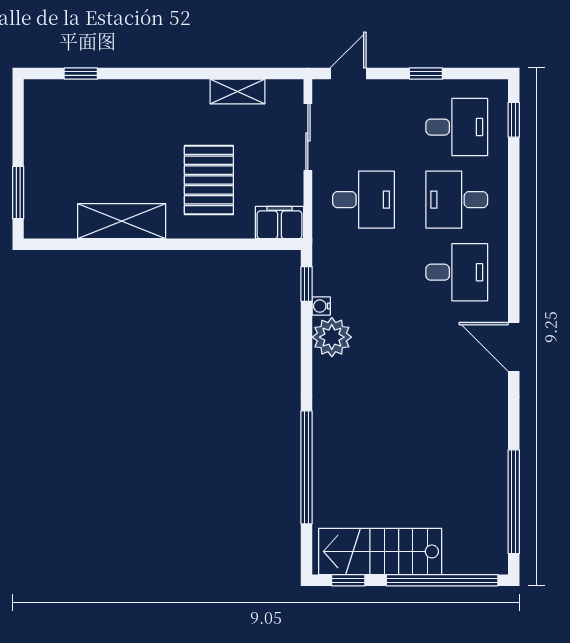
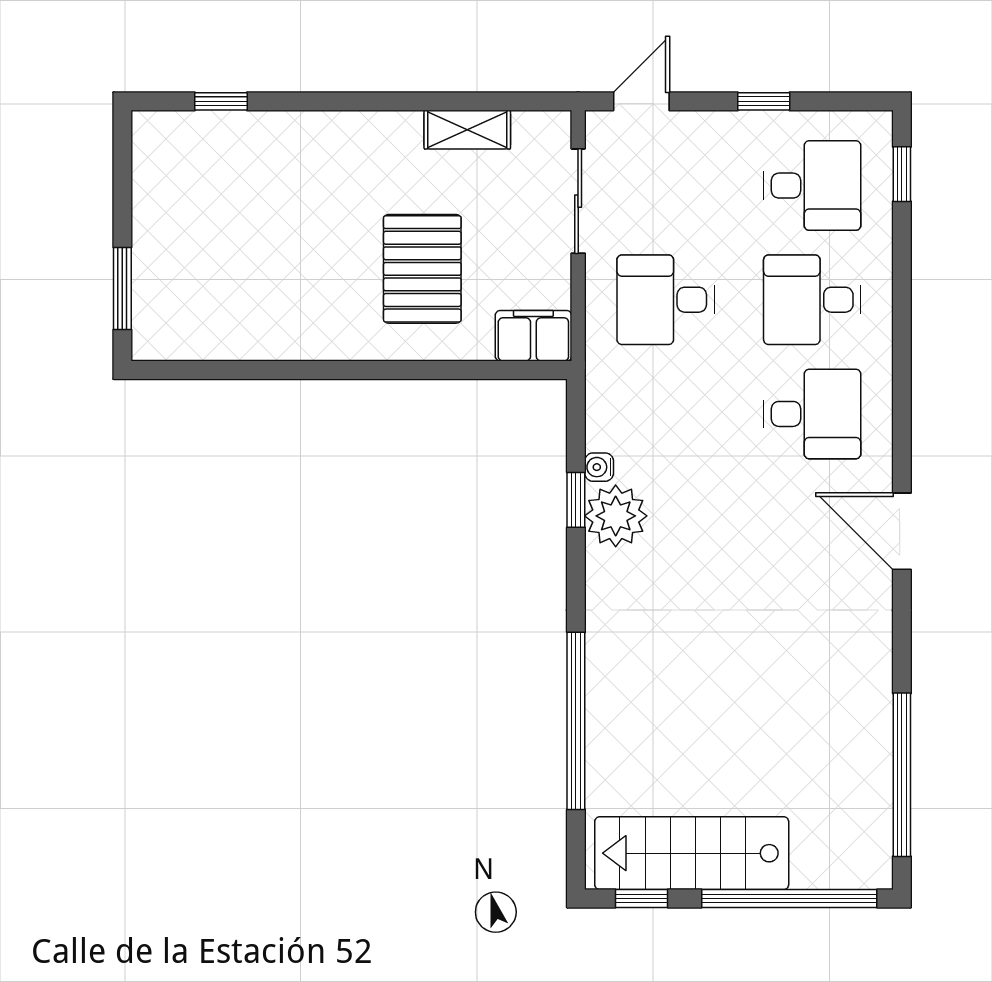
desk: (364, 200) -> (666, 300), turned 180
shelving: (122, 221) -> (285, 334), removed
window: (307, 284) -> (576, 500), moved

